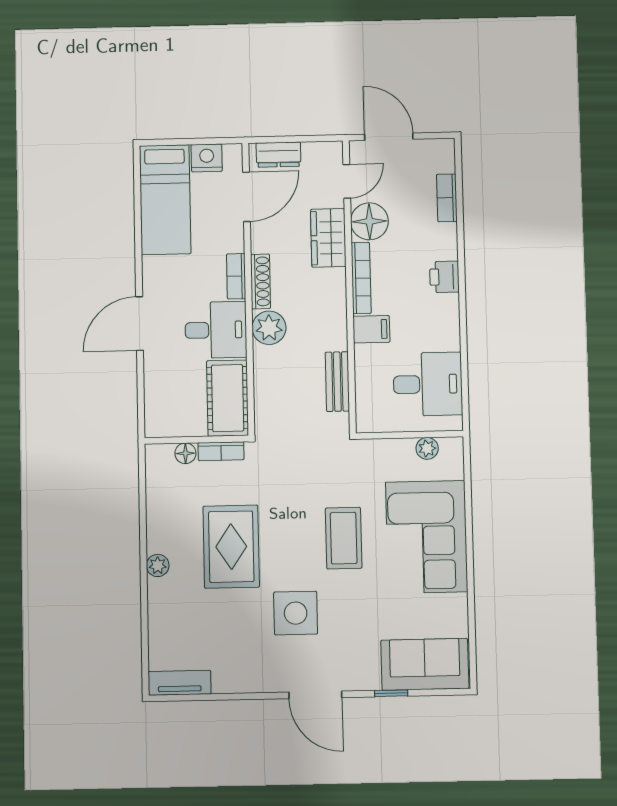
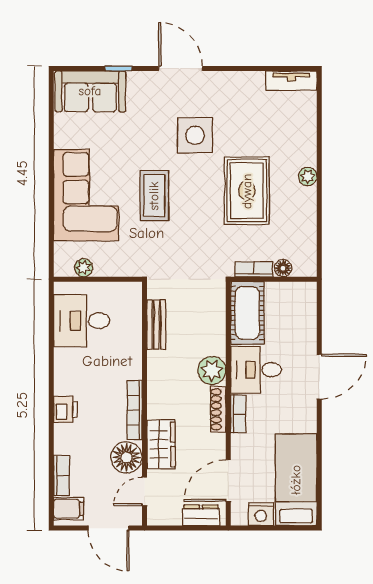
filing cabinet: (371, 329) -> (69, 509), moved, turned 180

